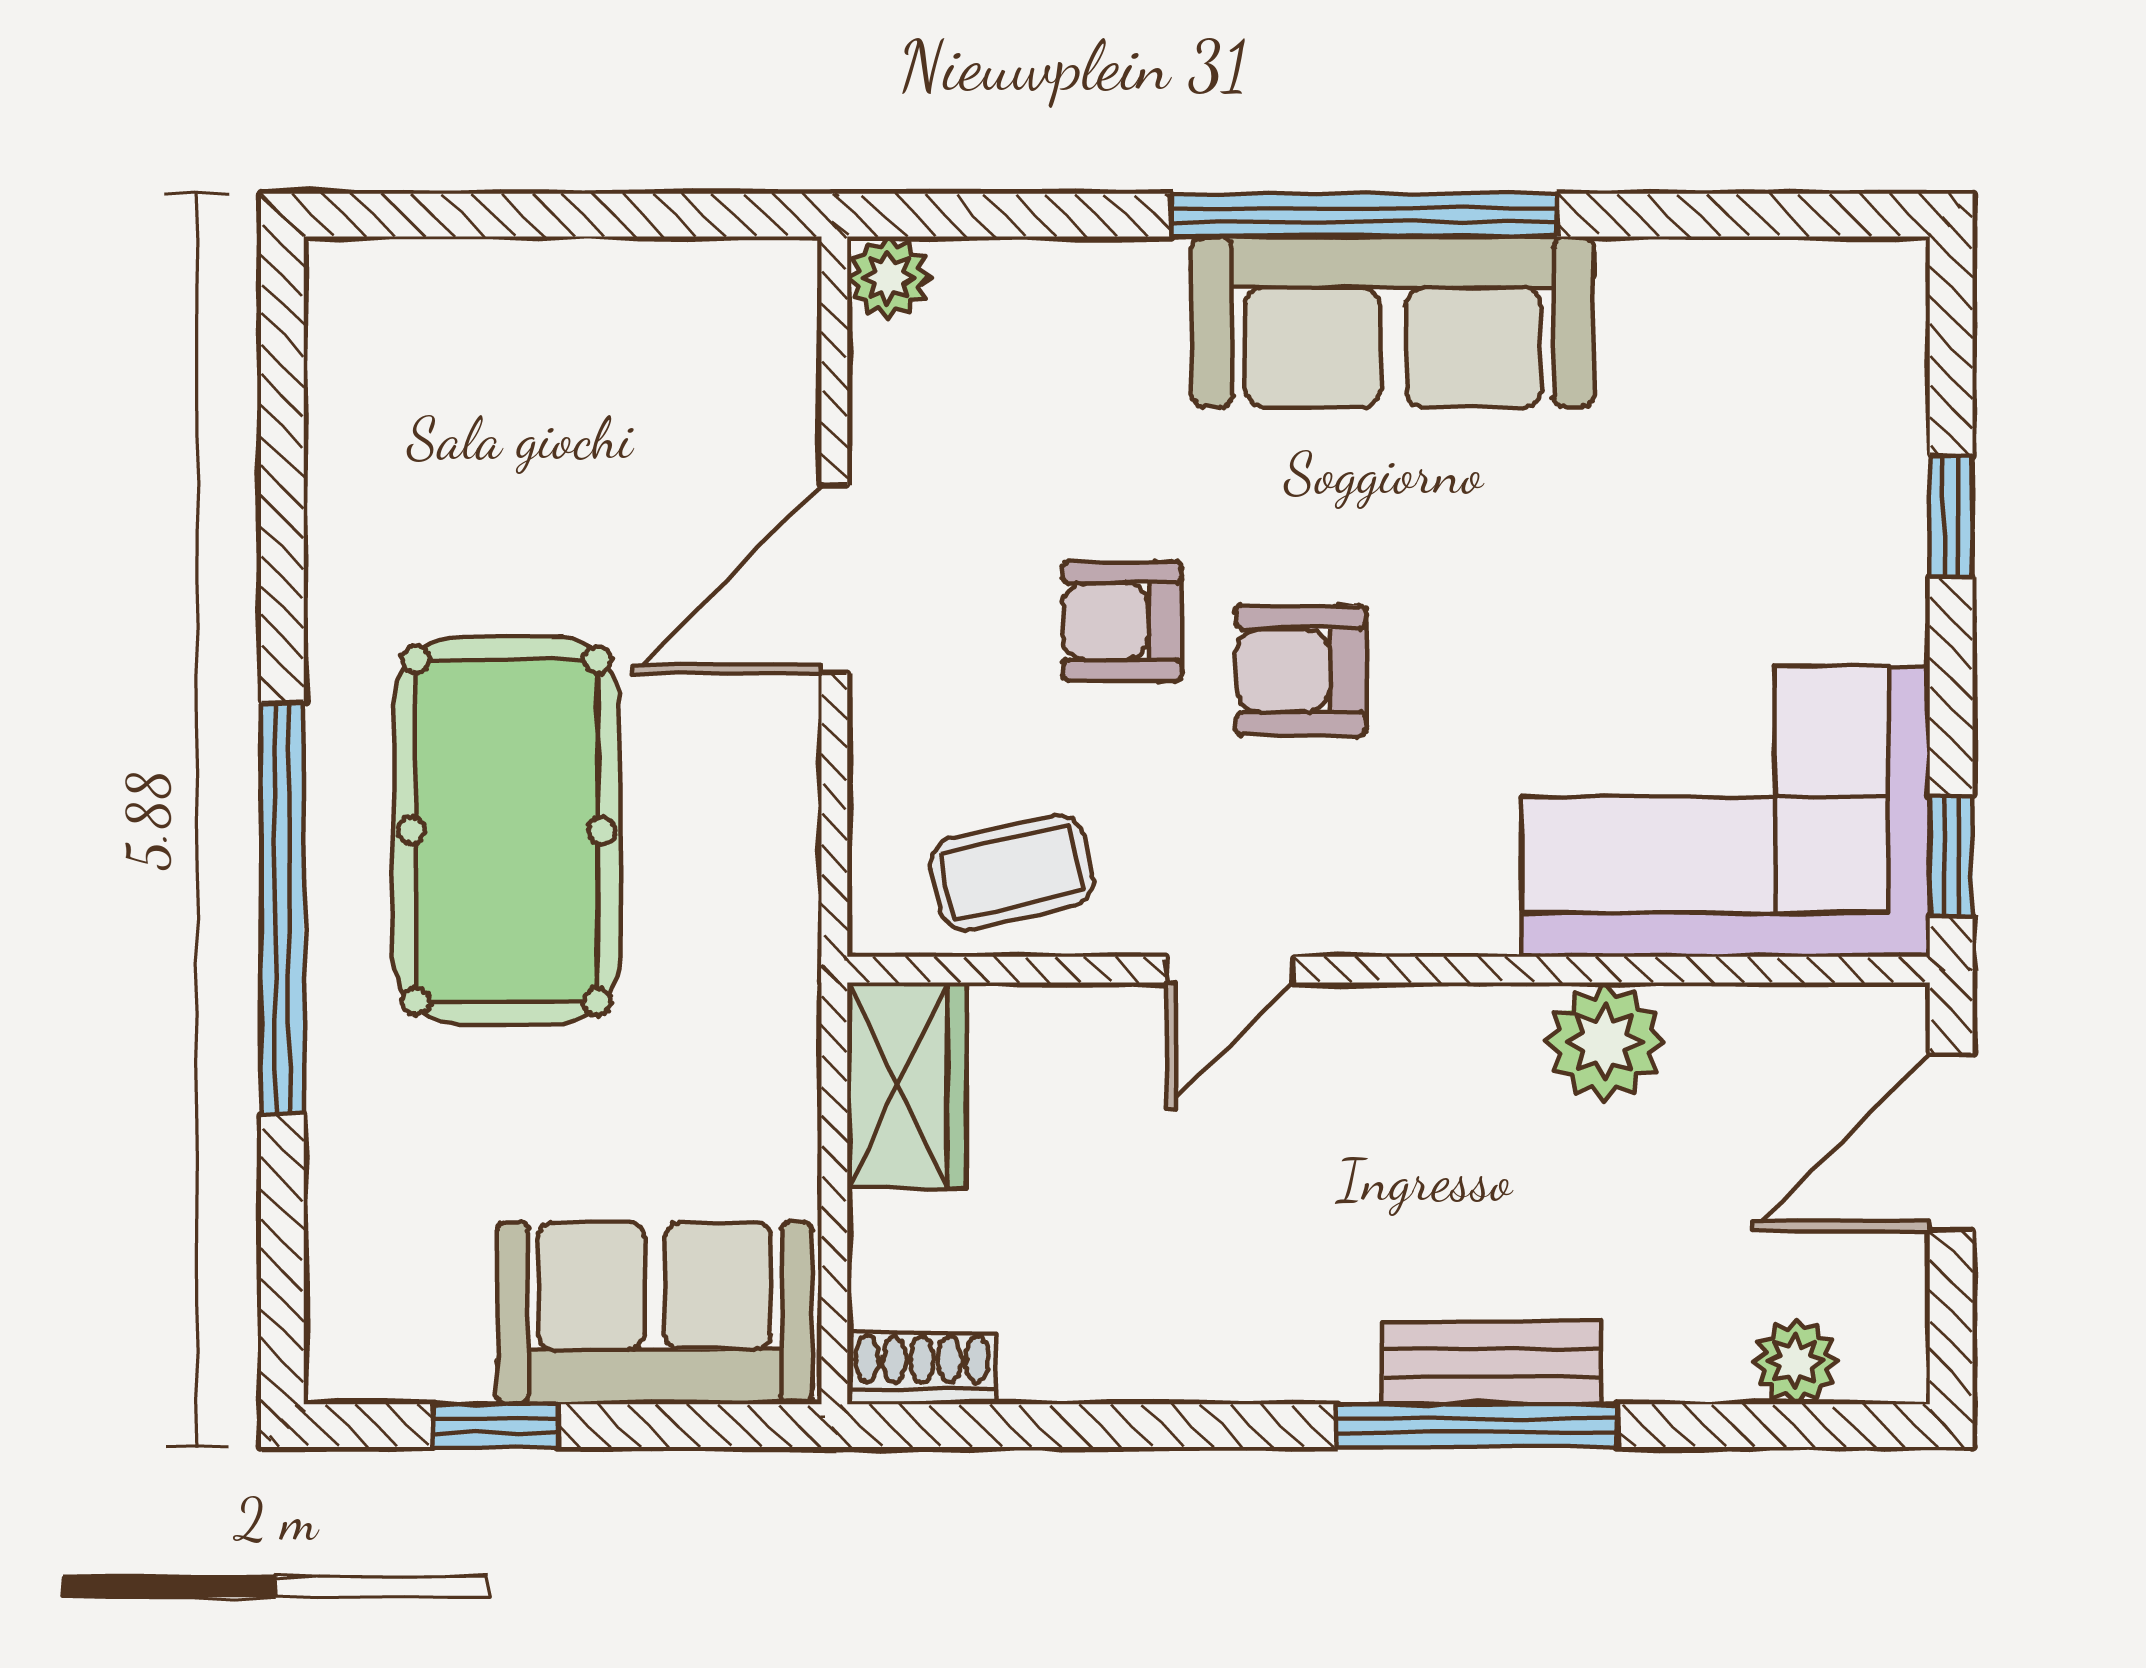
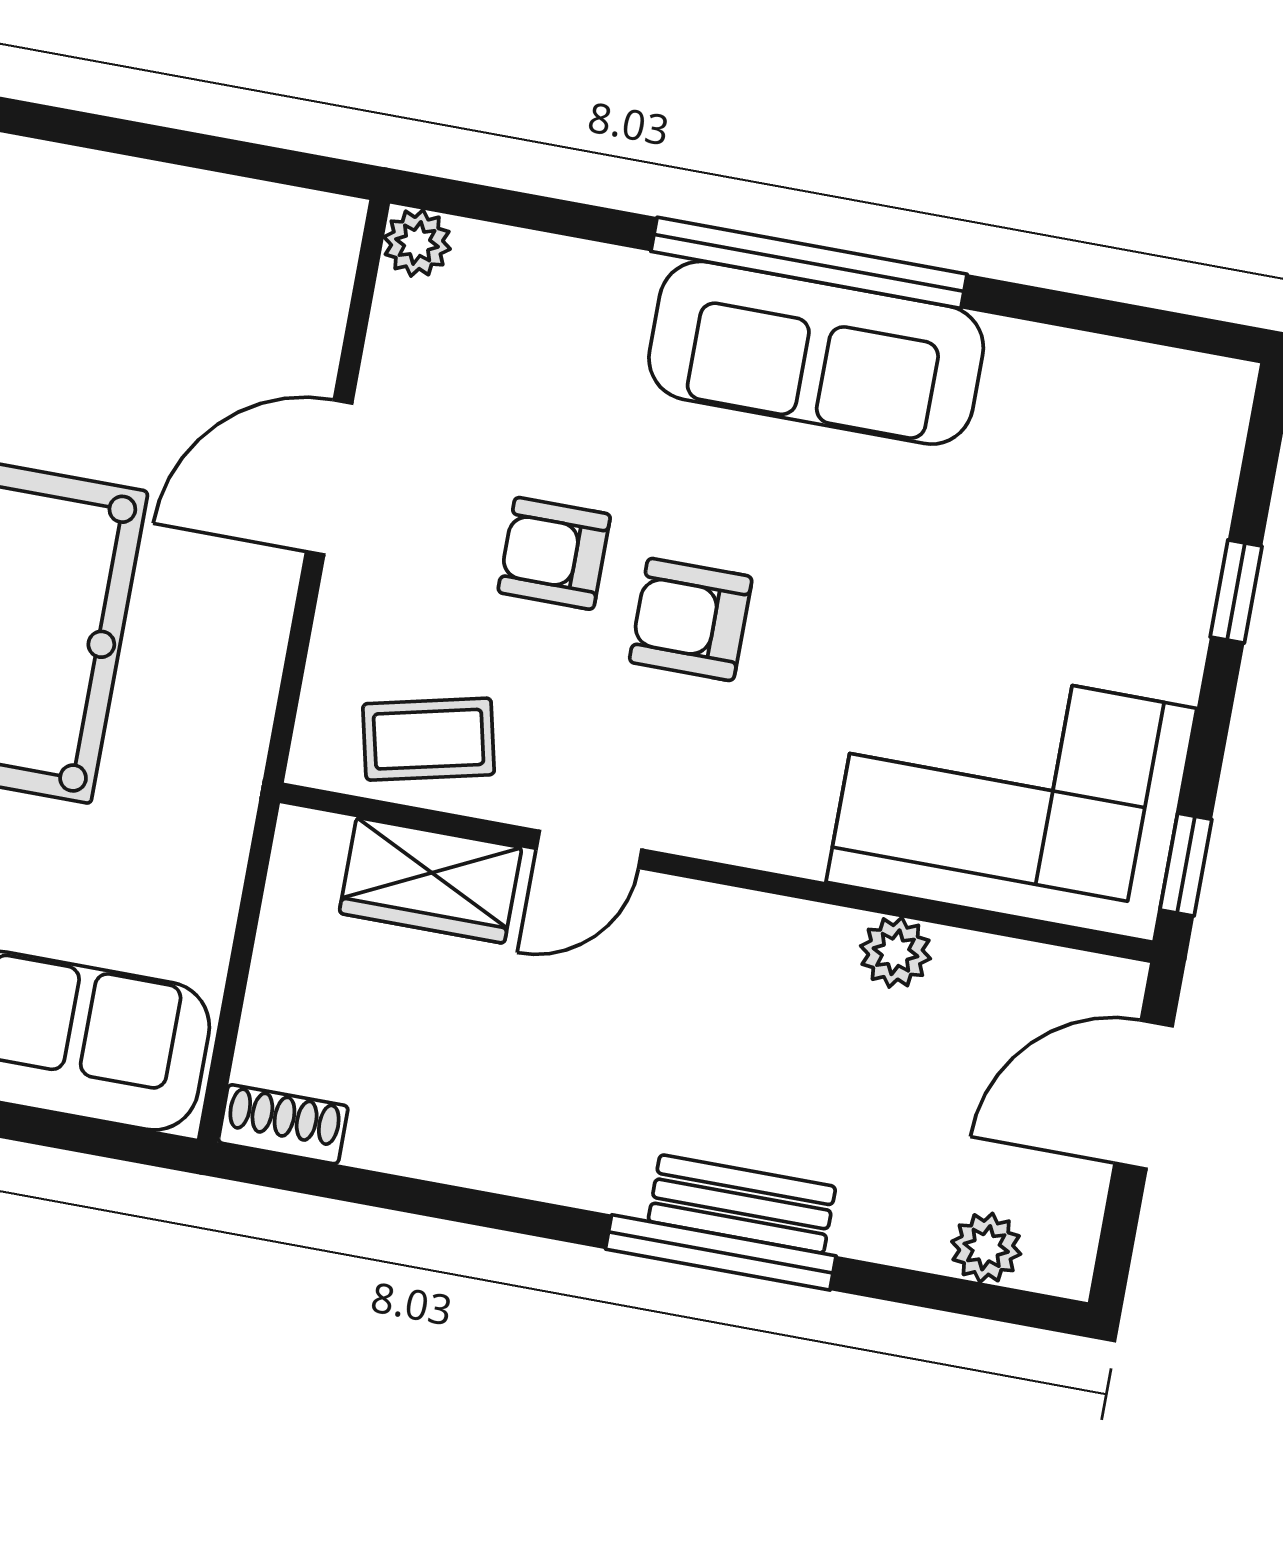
plant: (1605, 1042) -> (895, 952), width x0.73, depth x0.73
wardrobe: (907, 1085) -> (430, 880), moved, turned 90

